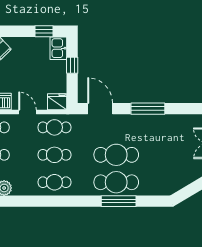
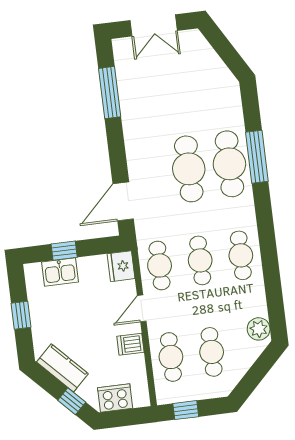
window: (44, 31) -> (21, 315), moved
kitchen sink: (58, 48) -> (60, 272), moved
window: (148, 109) -> (110, 93), moved

